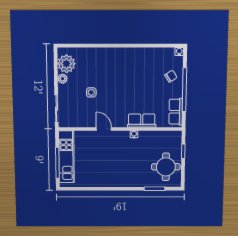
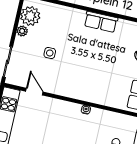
row of seats: (142, 121) -> (101, 22), moved, turned 180
door: (104, 129) -> (34, 92), moved

